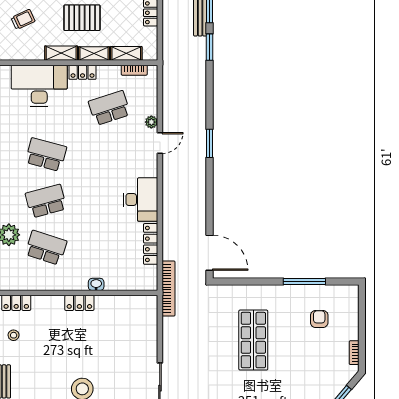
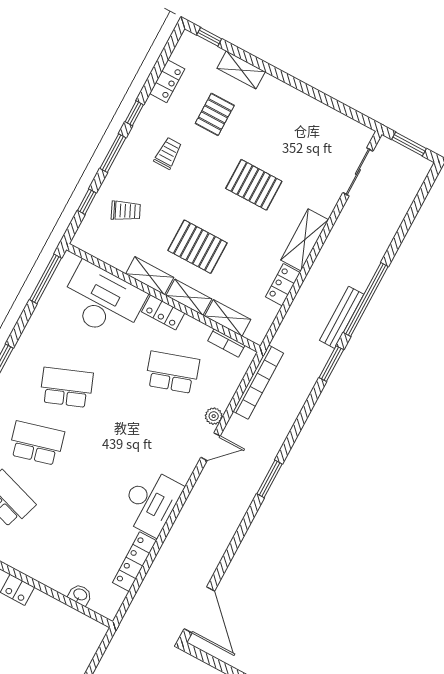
school desk: (46, 155) -> (66, 387), turned -36
washbasin: (96, 284) -> (80, 595), moved
bookcase: (169, 289) -> (258, 382), moved

